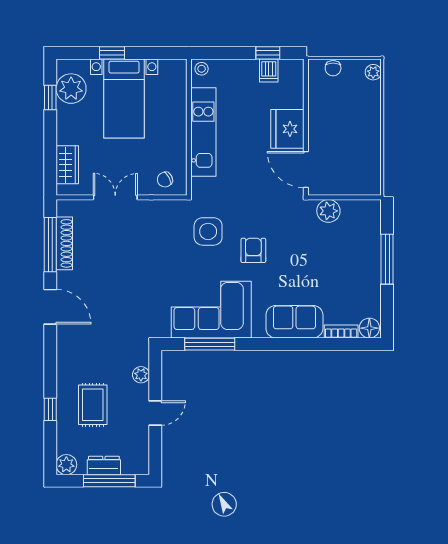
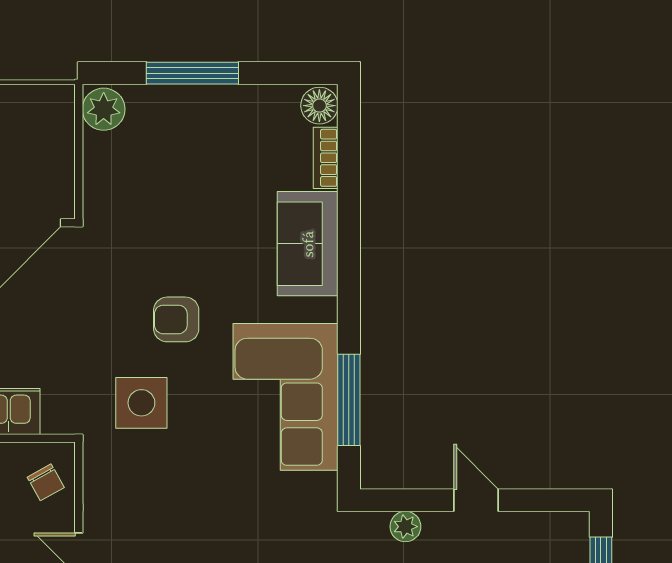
plant: (328, 211) -> (104, 109), moved

